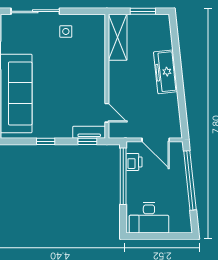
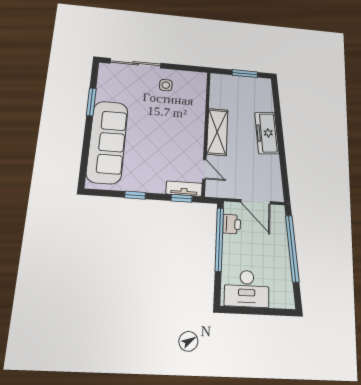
shelving: (118, 37) -> (217, 132), moved

